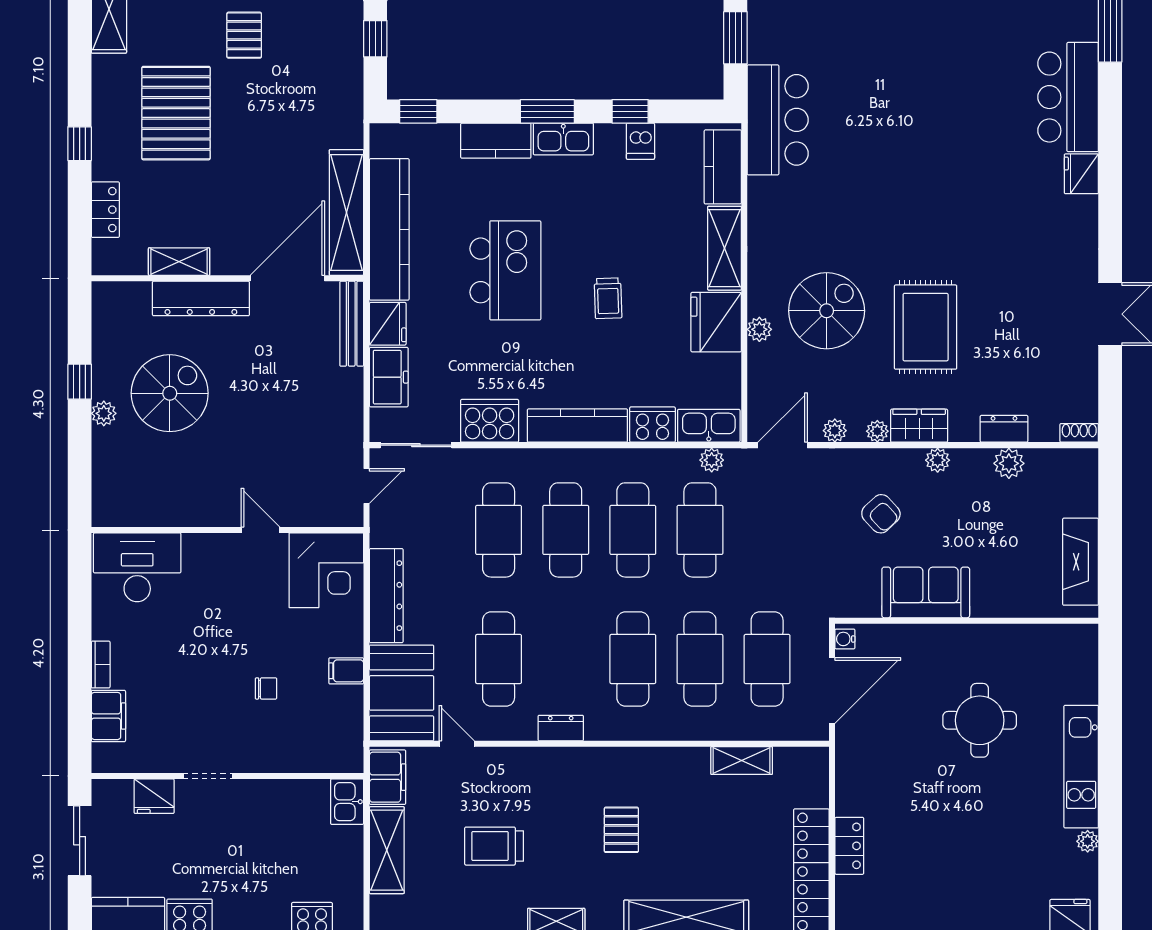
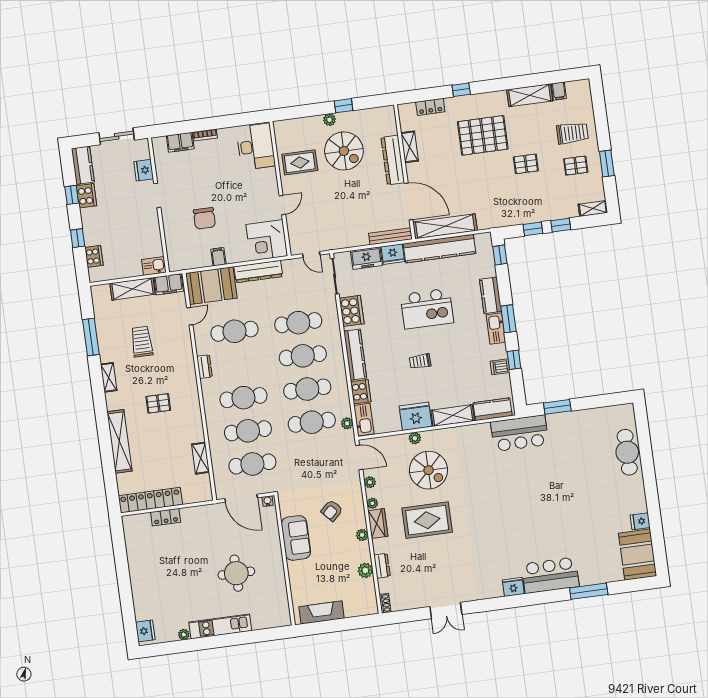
rug: (181, 484) -> (300, 162), added
chair: (266, 688) -> (204, 218), width x1.87, depth x1.87

